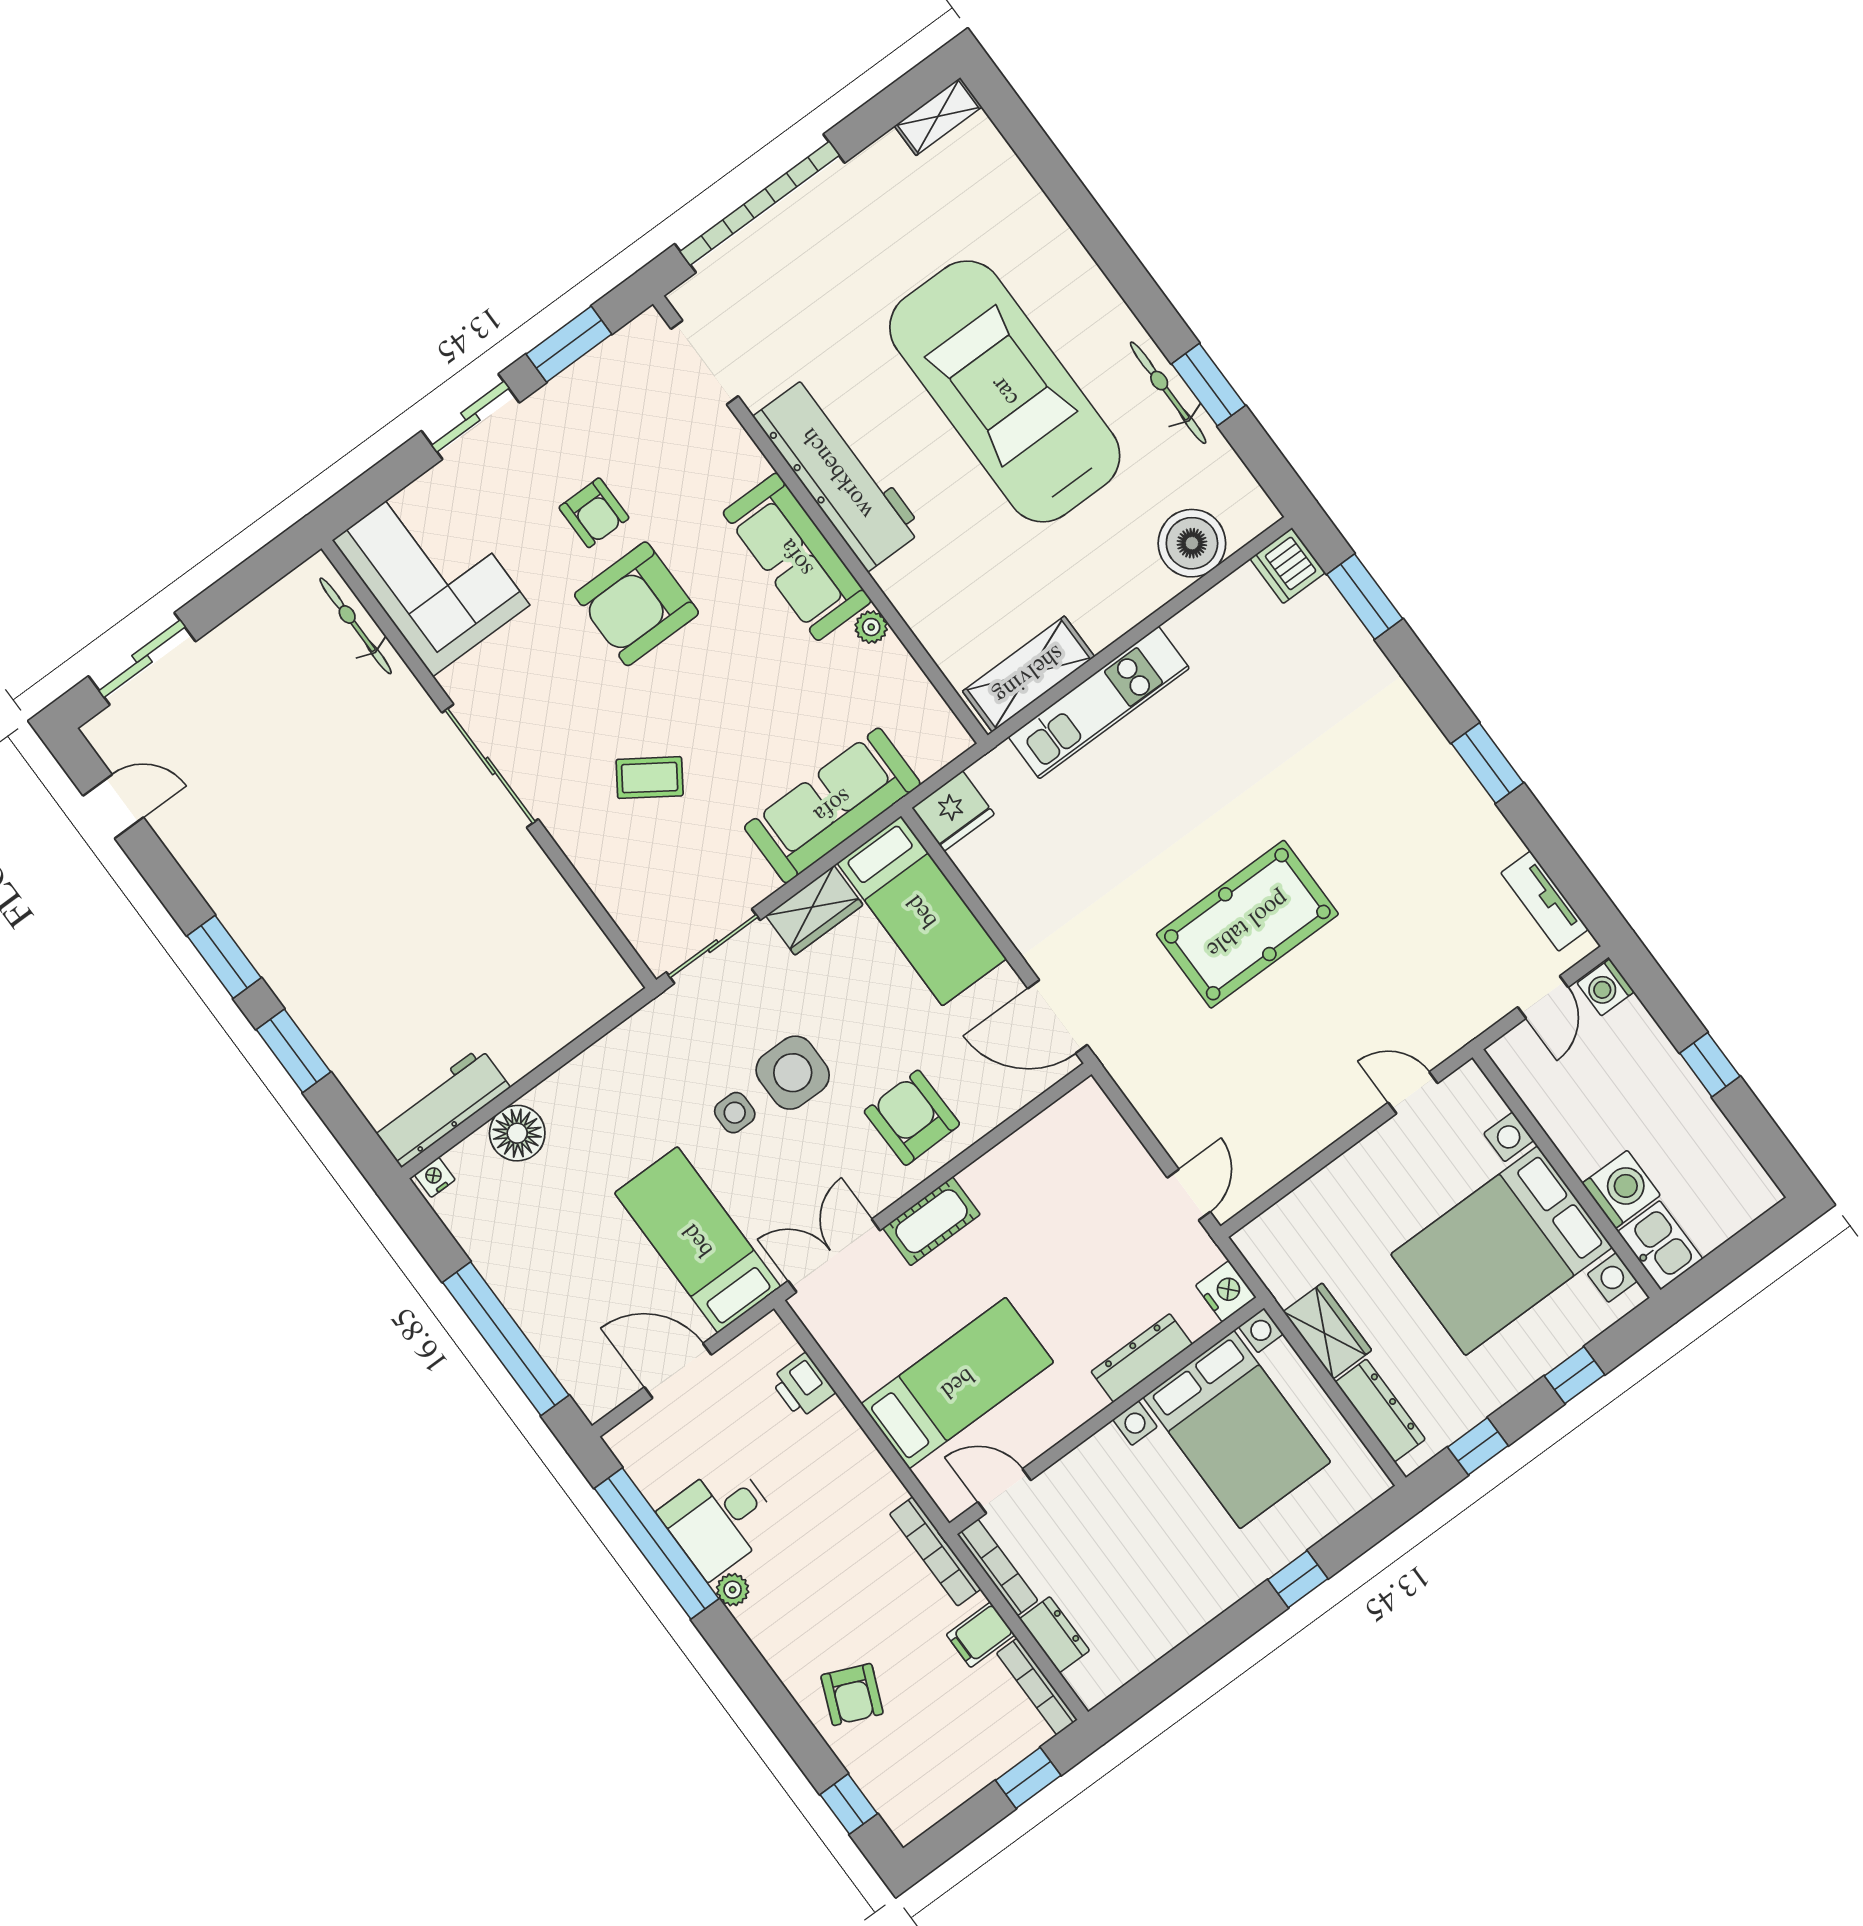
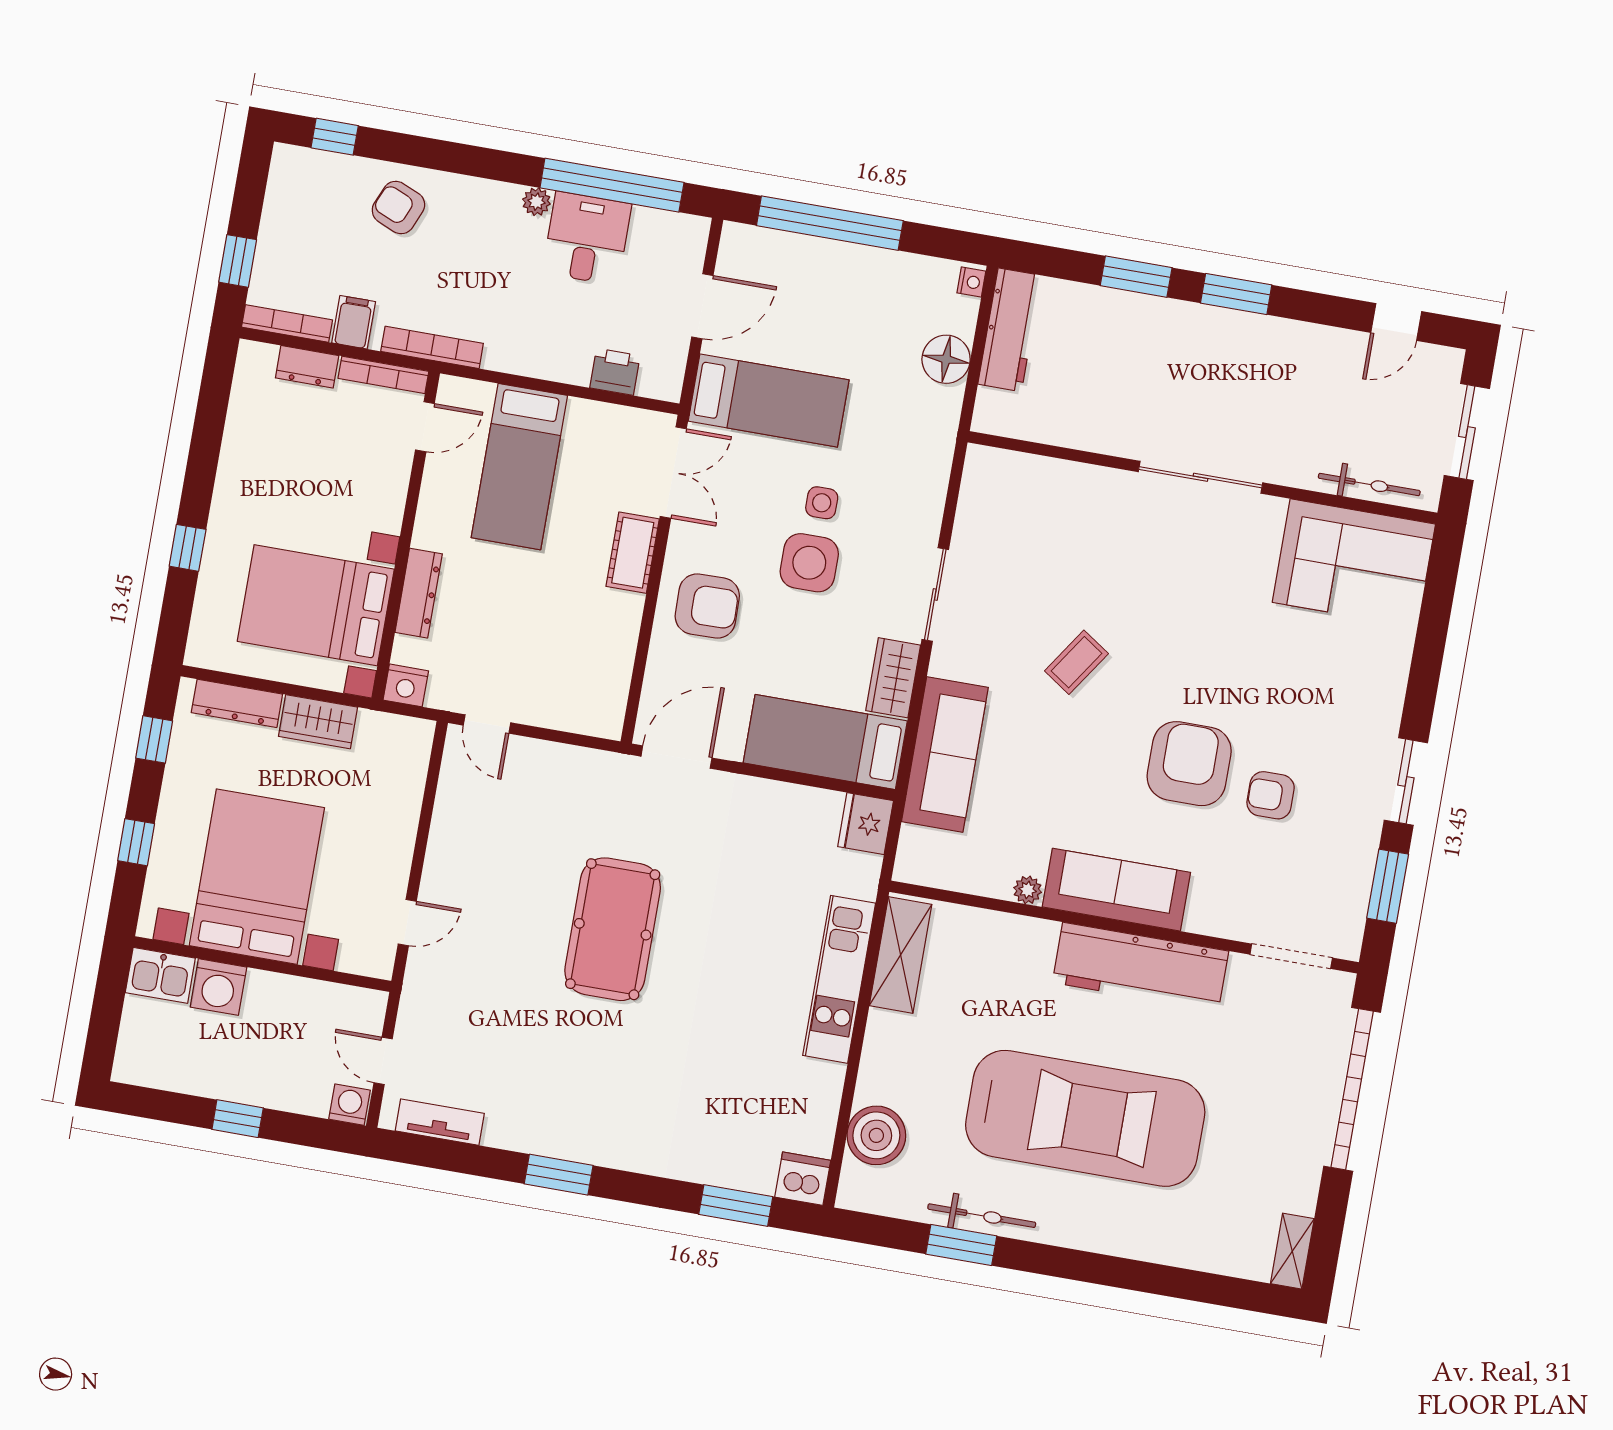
corner sofa: (431, 573) -> (1354, 563), moved
bicycle: (356, 626) -> (1369, 484), moved
wall: (489, 764) -> (1203, 478), moved
sliding door: (490, 766) -> (1201, 477), moved

